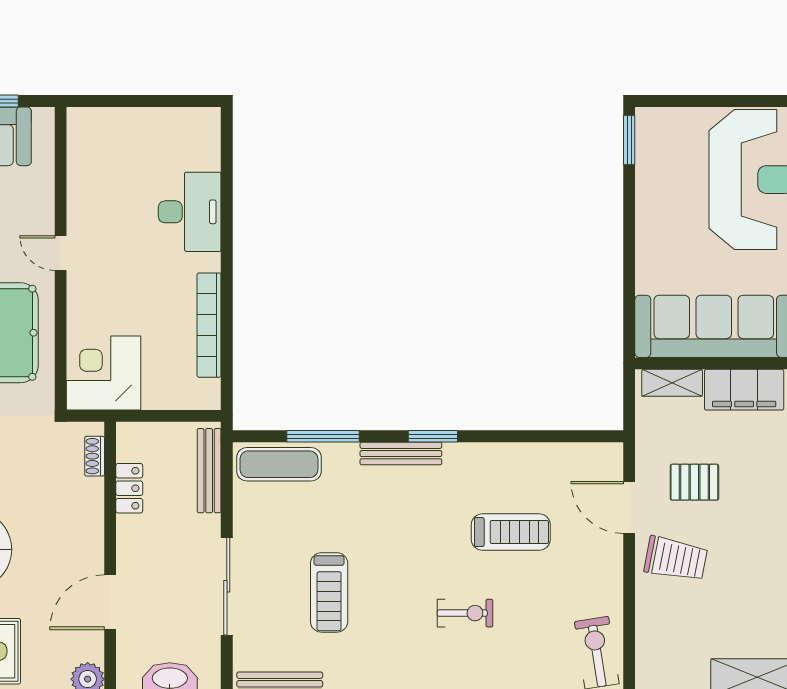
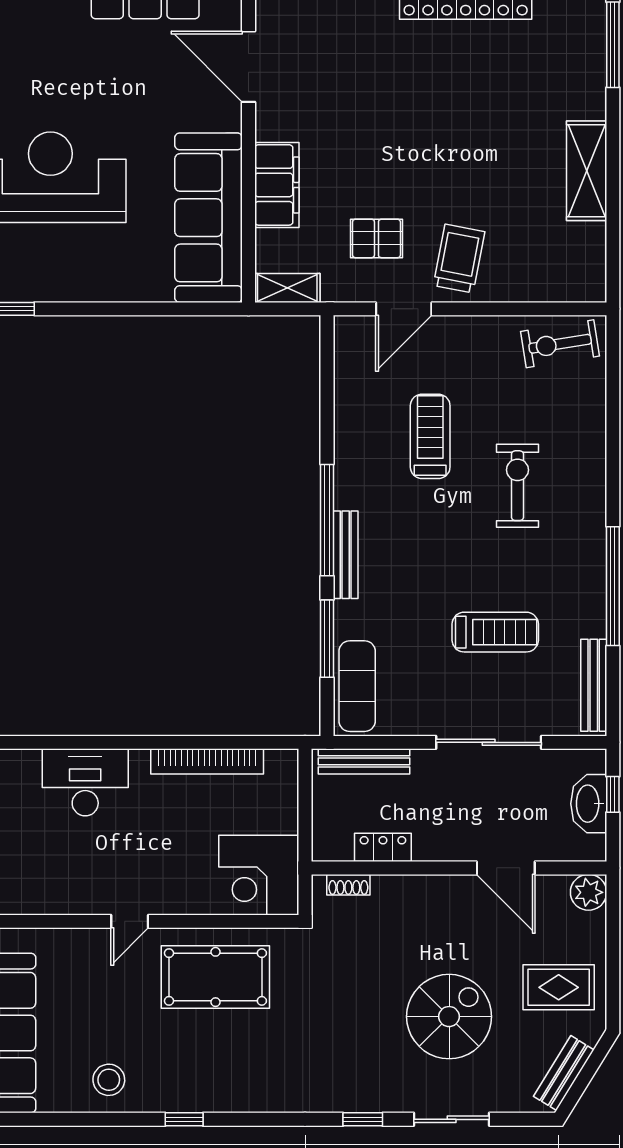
shelving: (672, 383) -> (287, 288), moved, turned 90
window: (433, 436) -> (327, 520), width x2.11
pallet: (694, 482) -> (376, 238), turned 90
exercise bike: (465, 613) -> (517, 486), width x1.38, depth x1.39

